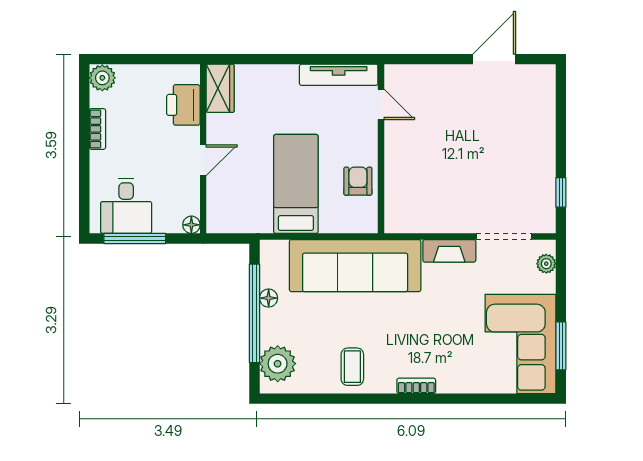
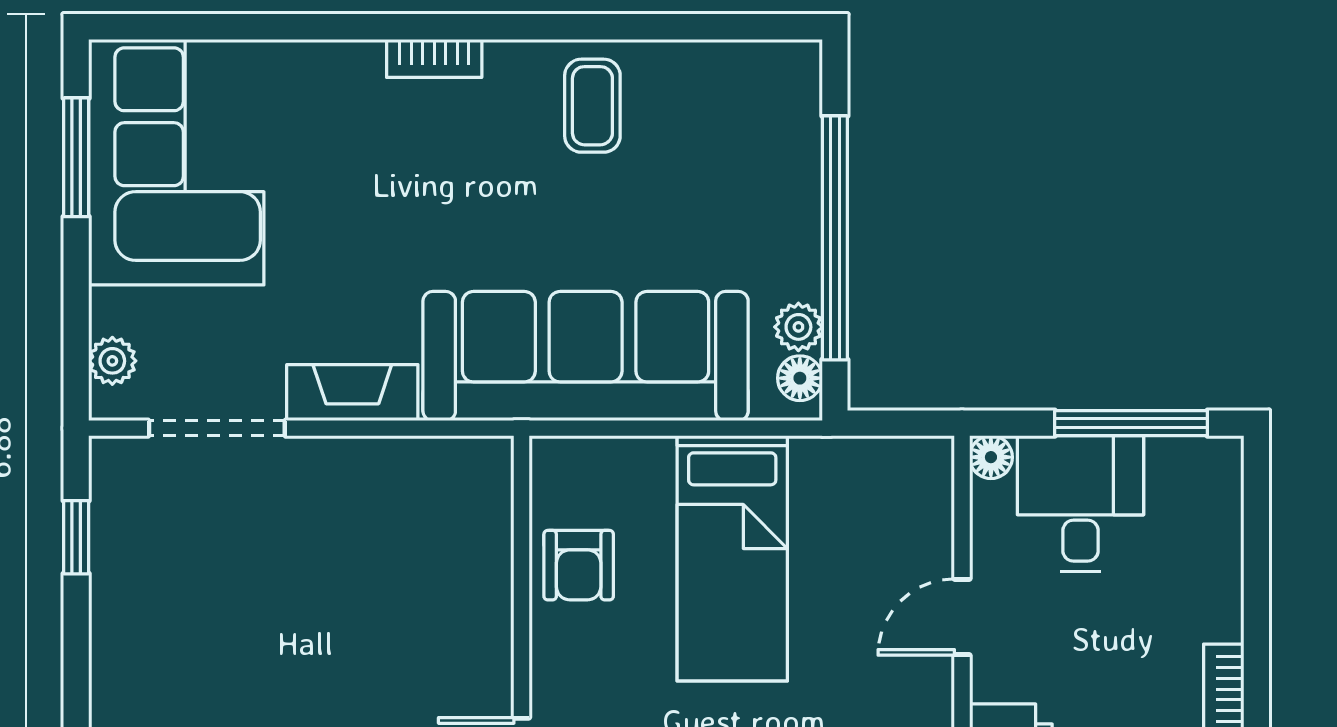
desk: (126, 206) -> (1081, 504), moved
floor lamp: (269, 298) -> (800, 378), moved
plant: (278, 364) -> (798, 327), moved, width x0.53, depth x0.53

